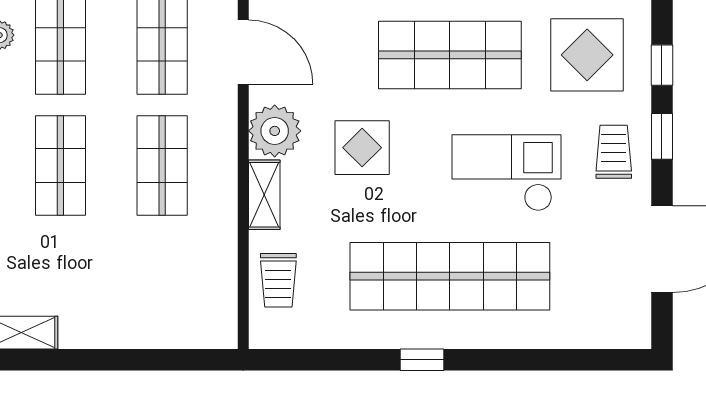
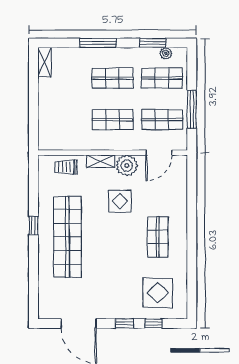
shop shelf: (450, 55) -> (158, 237), width x0.70, depth x0.74
trolley: (614, 152) -> (118, 304), removed
checkout: (507, 173) -> (110, 260), removed

